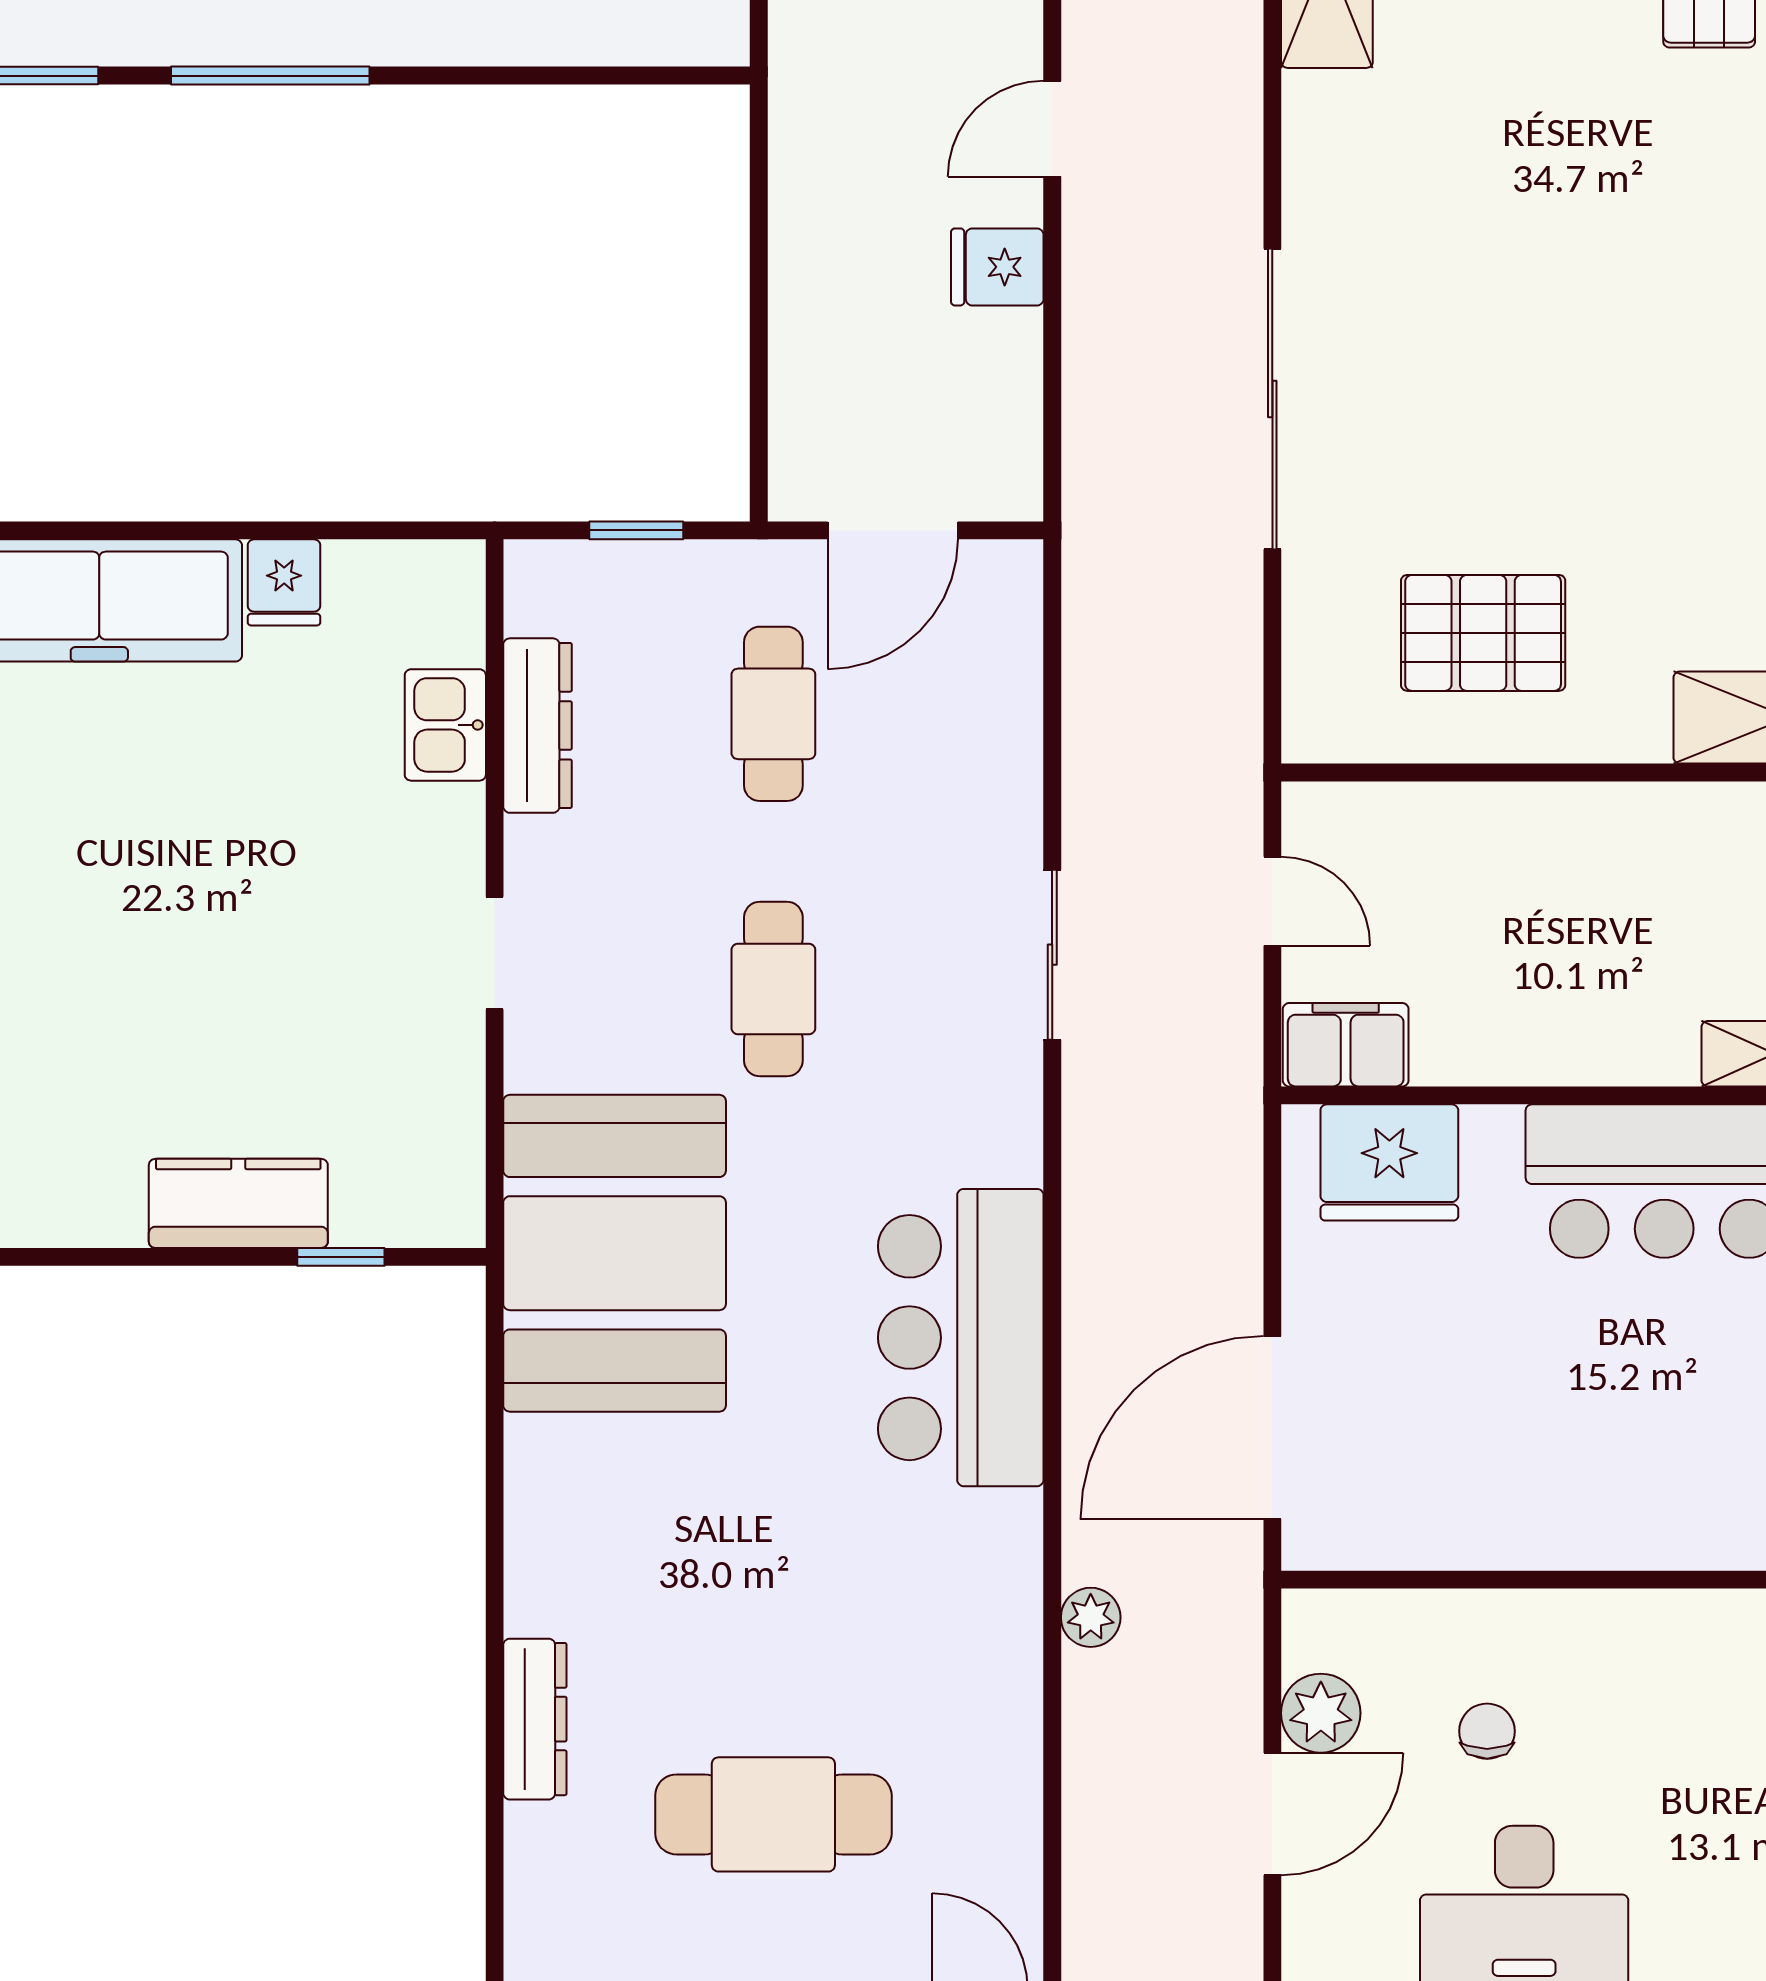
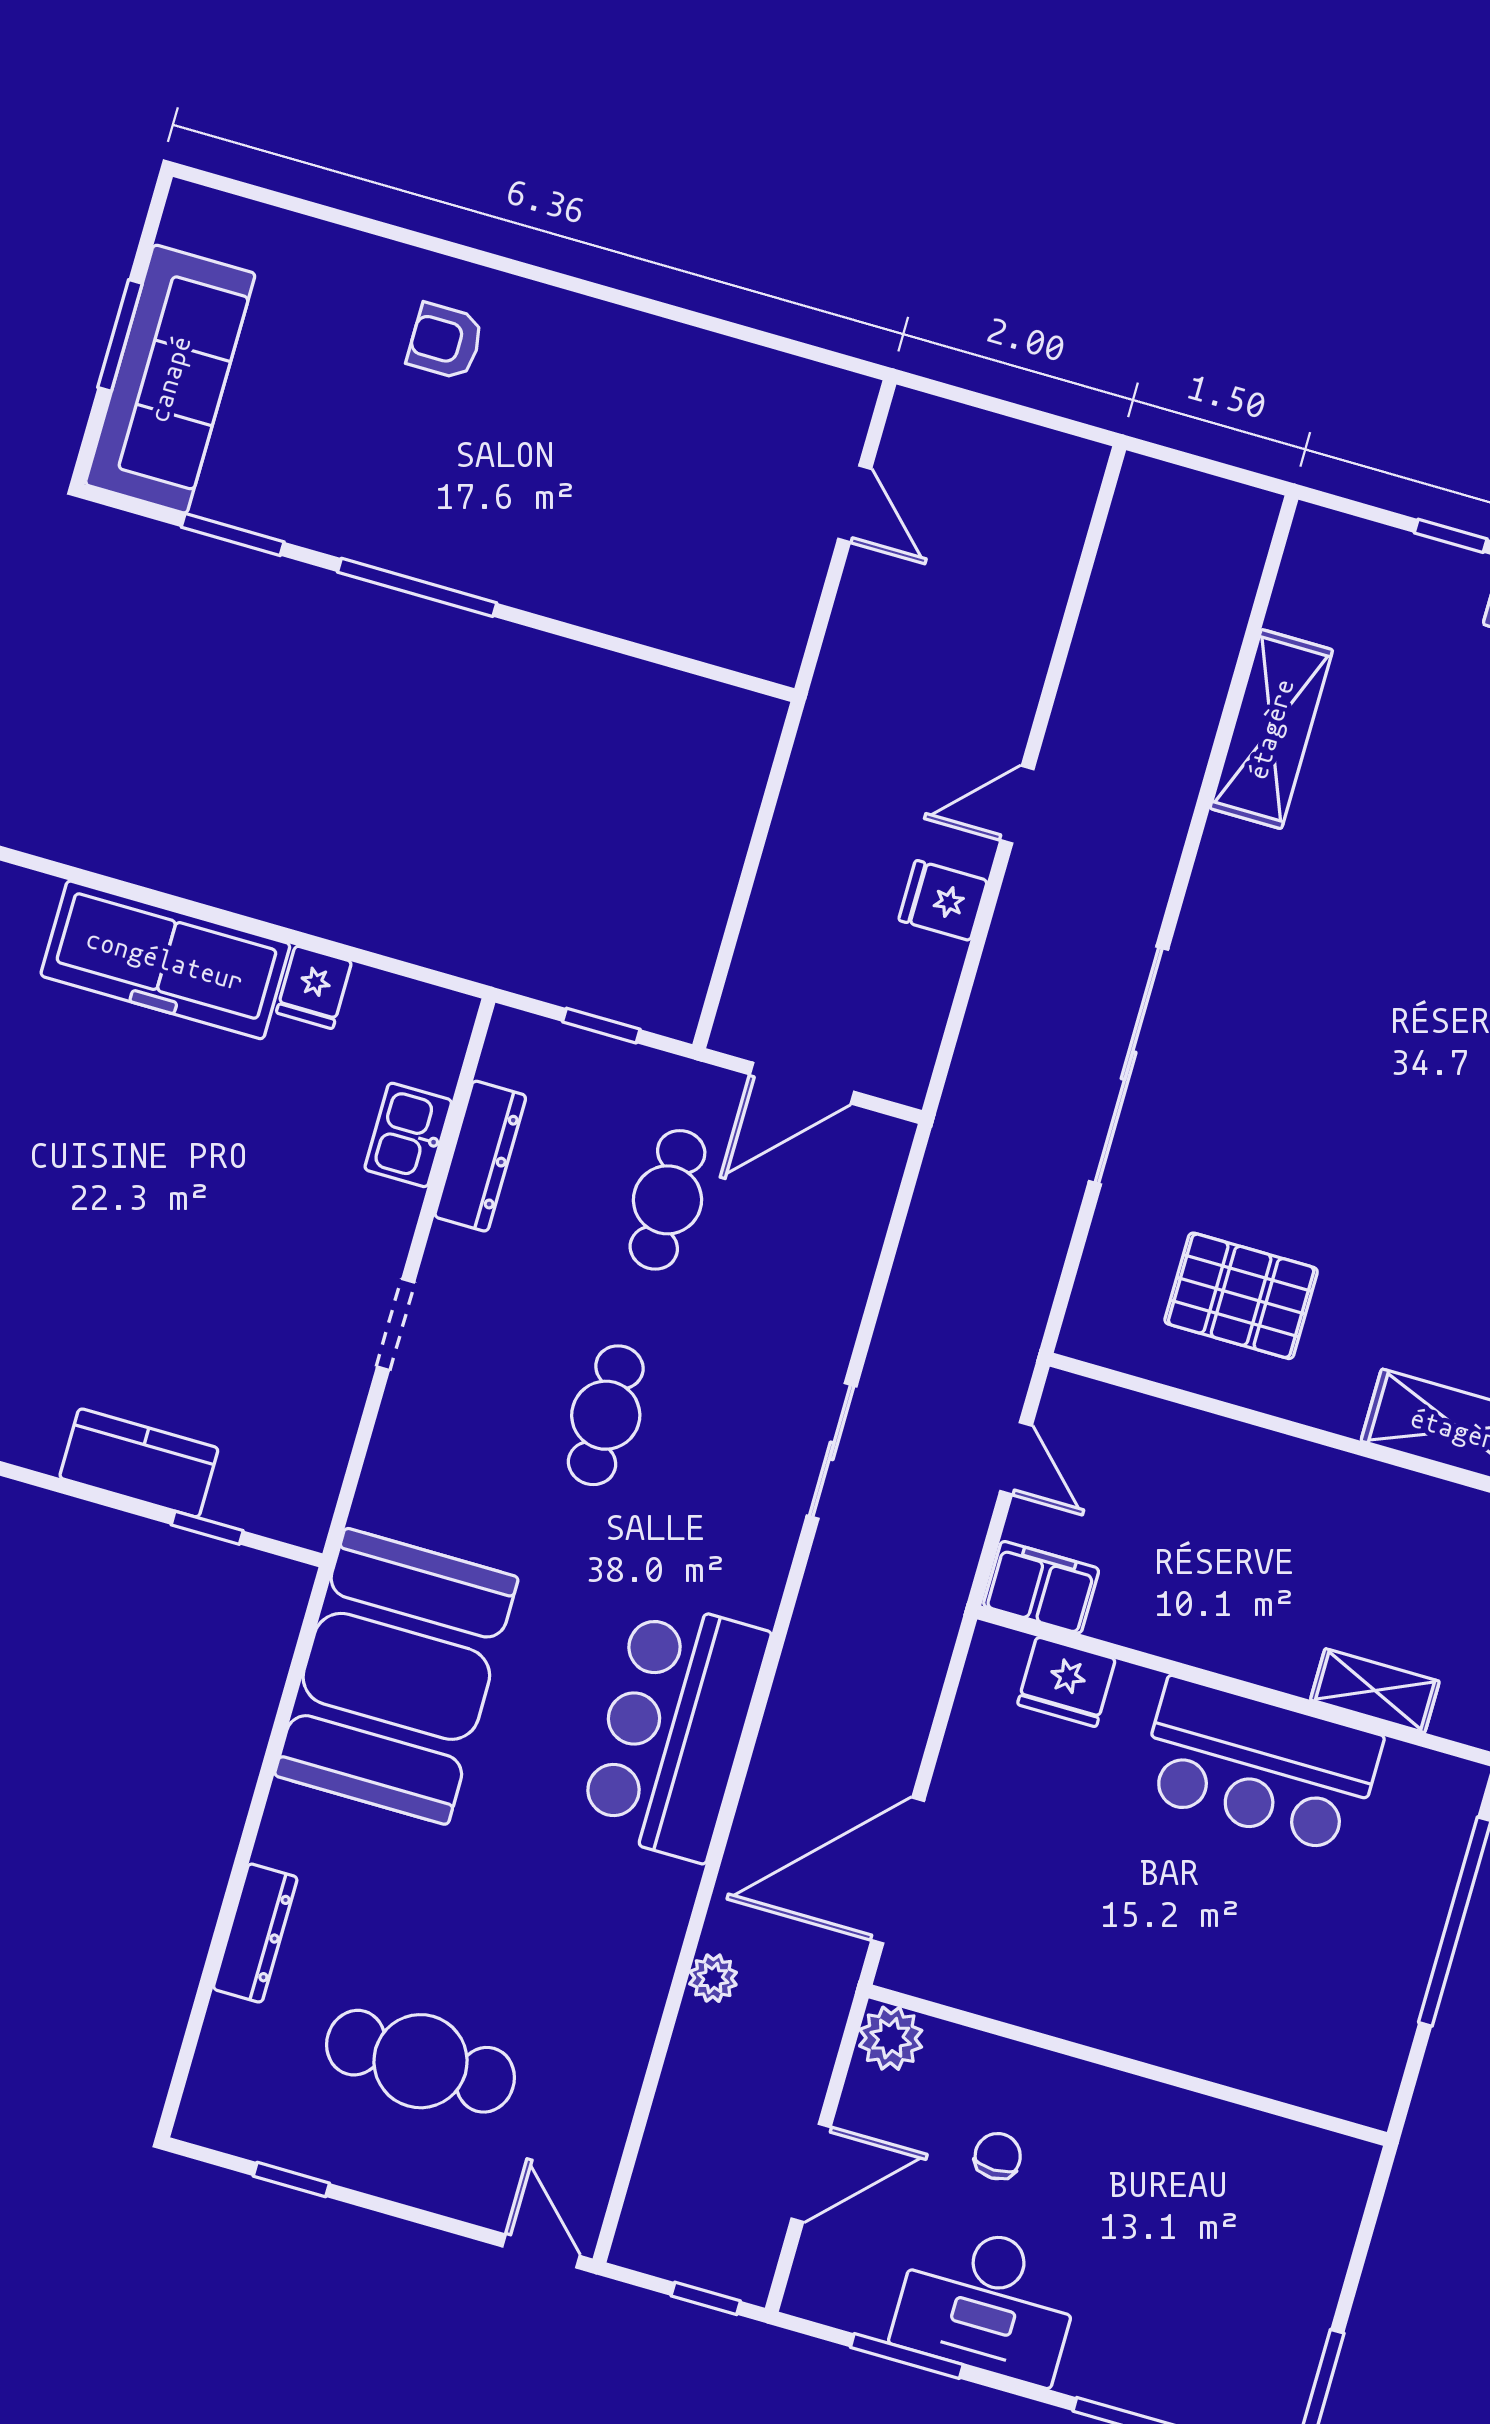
fridge: (1389, 1162) -> (1066, 1682), width x0.73, depth x0.75
booth: (615, 1253) -> (396, 1676), moved
plant: (1321, 1713) -> (891, 2038), moved

